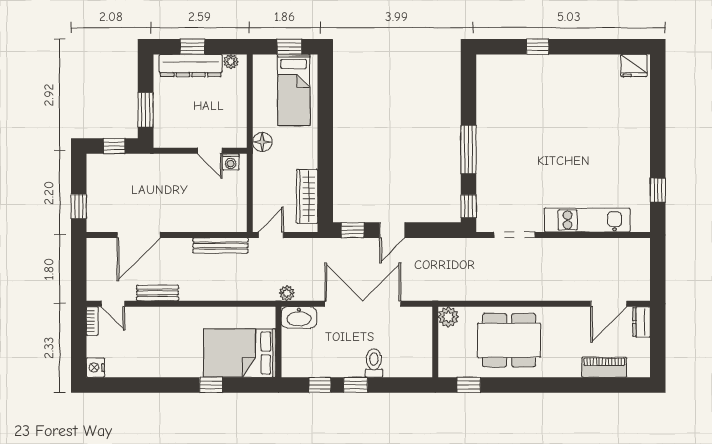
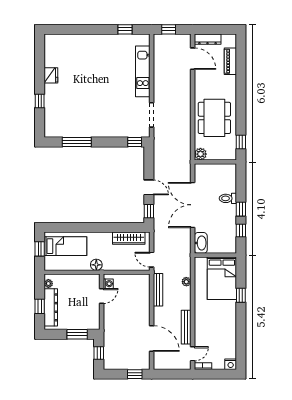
fridge: (634, 66) -> (51, 75), moved
window: (469, 149) -> (77, 142), moved
window: (658, 263) -> (169, 29), added
bench: (158, 293) -> (186, 327), width x1.36
plant: (287, 293) -> (186, 282), moved
dresser: (641, 322) -> (208, 39), width x1.44

